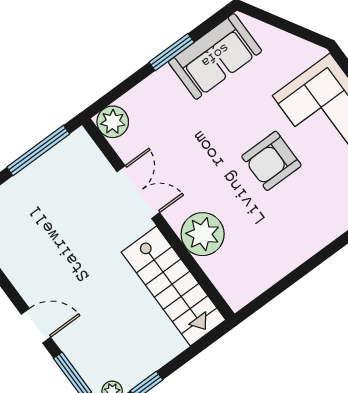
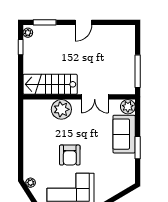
sofa: (215, 56) -> (124, 134), moved
armchair: (271, 161) -> (70, 155), turned 180
door: (36, 326) -> (83, 22), moved

